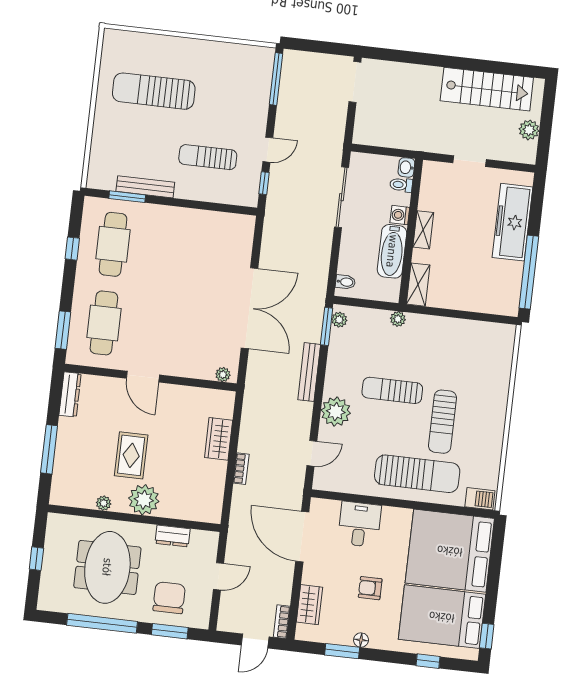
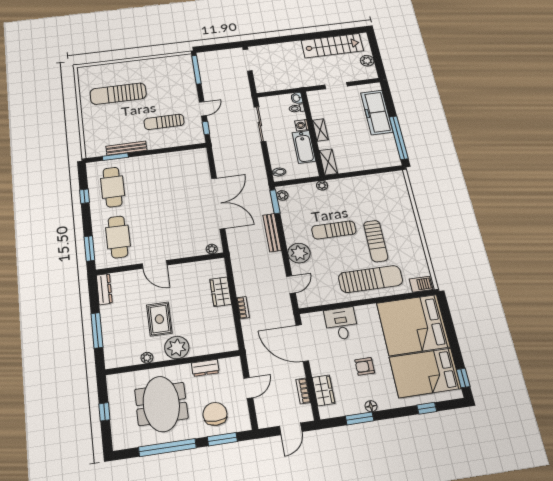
bookcase: (282, 622) -> (303, 391), moved

